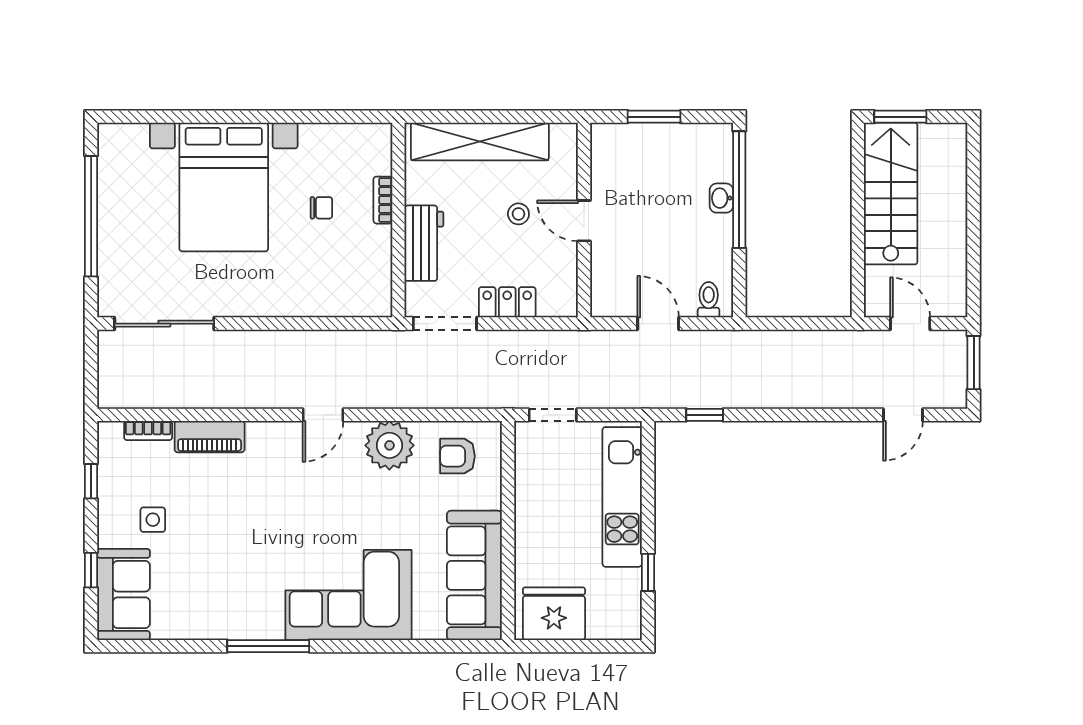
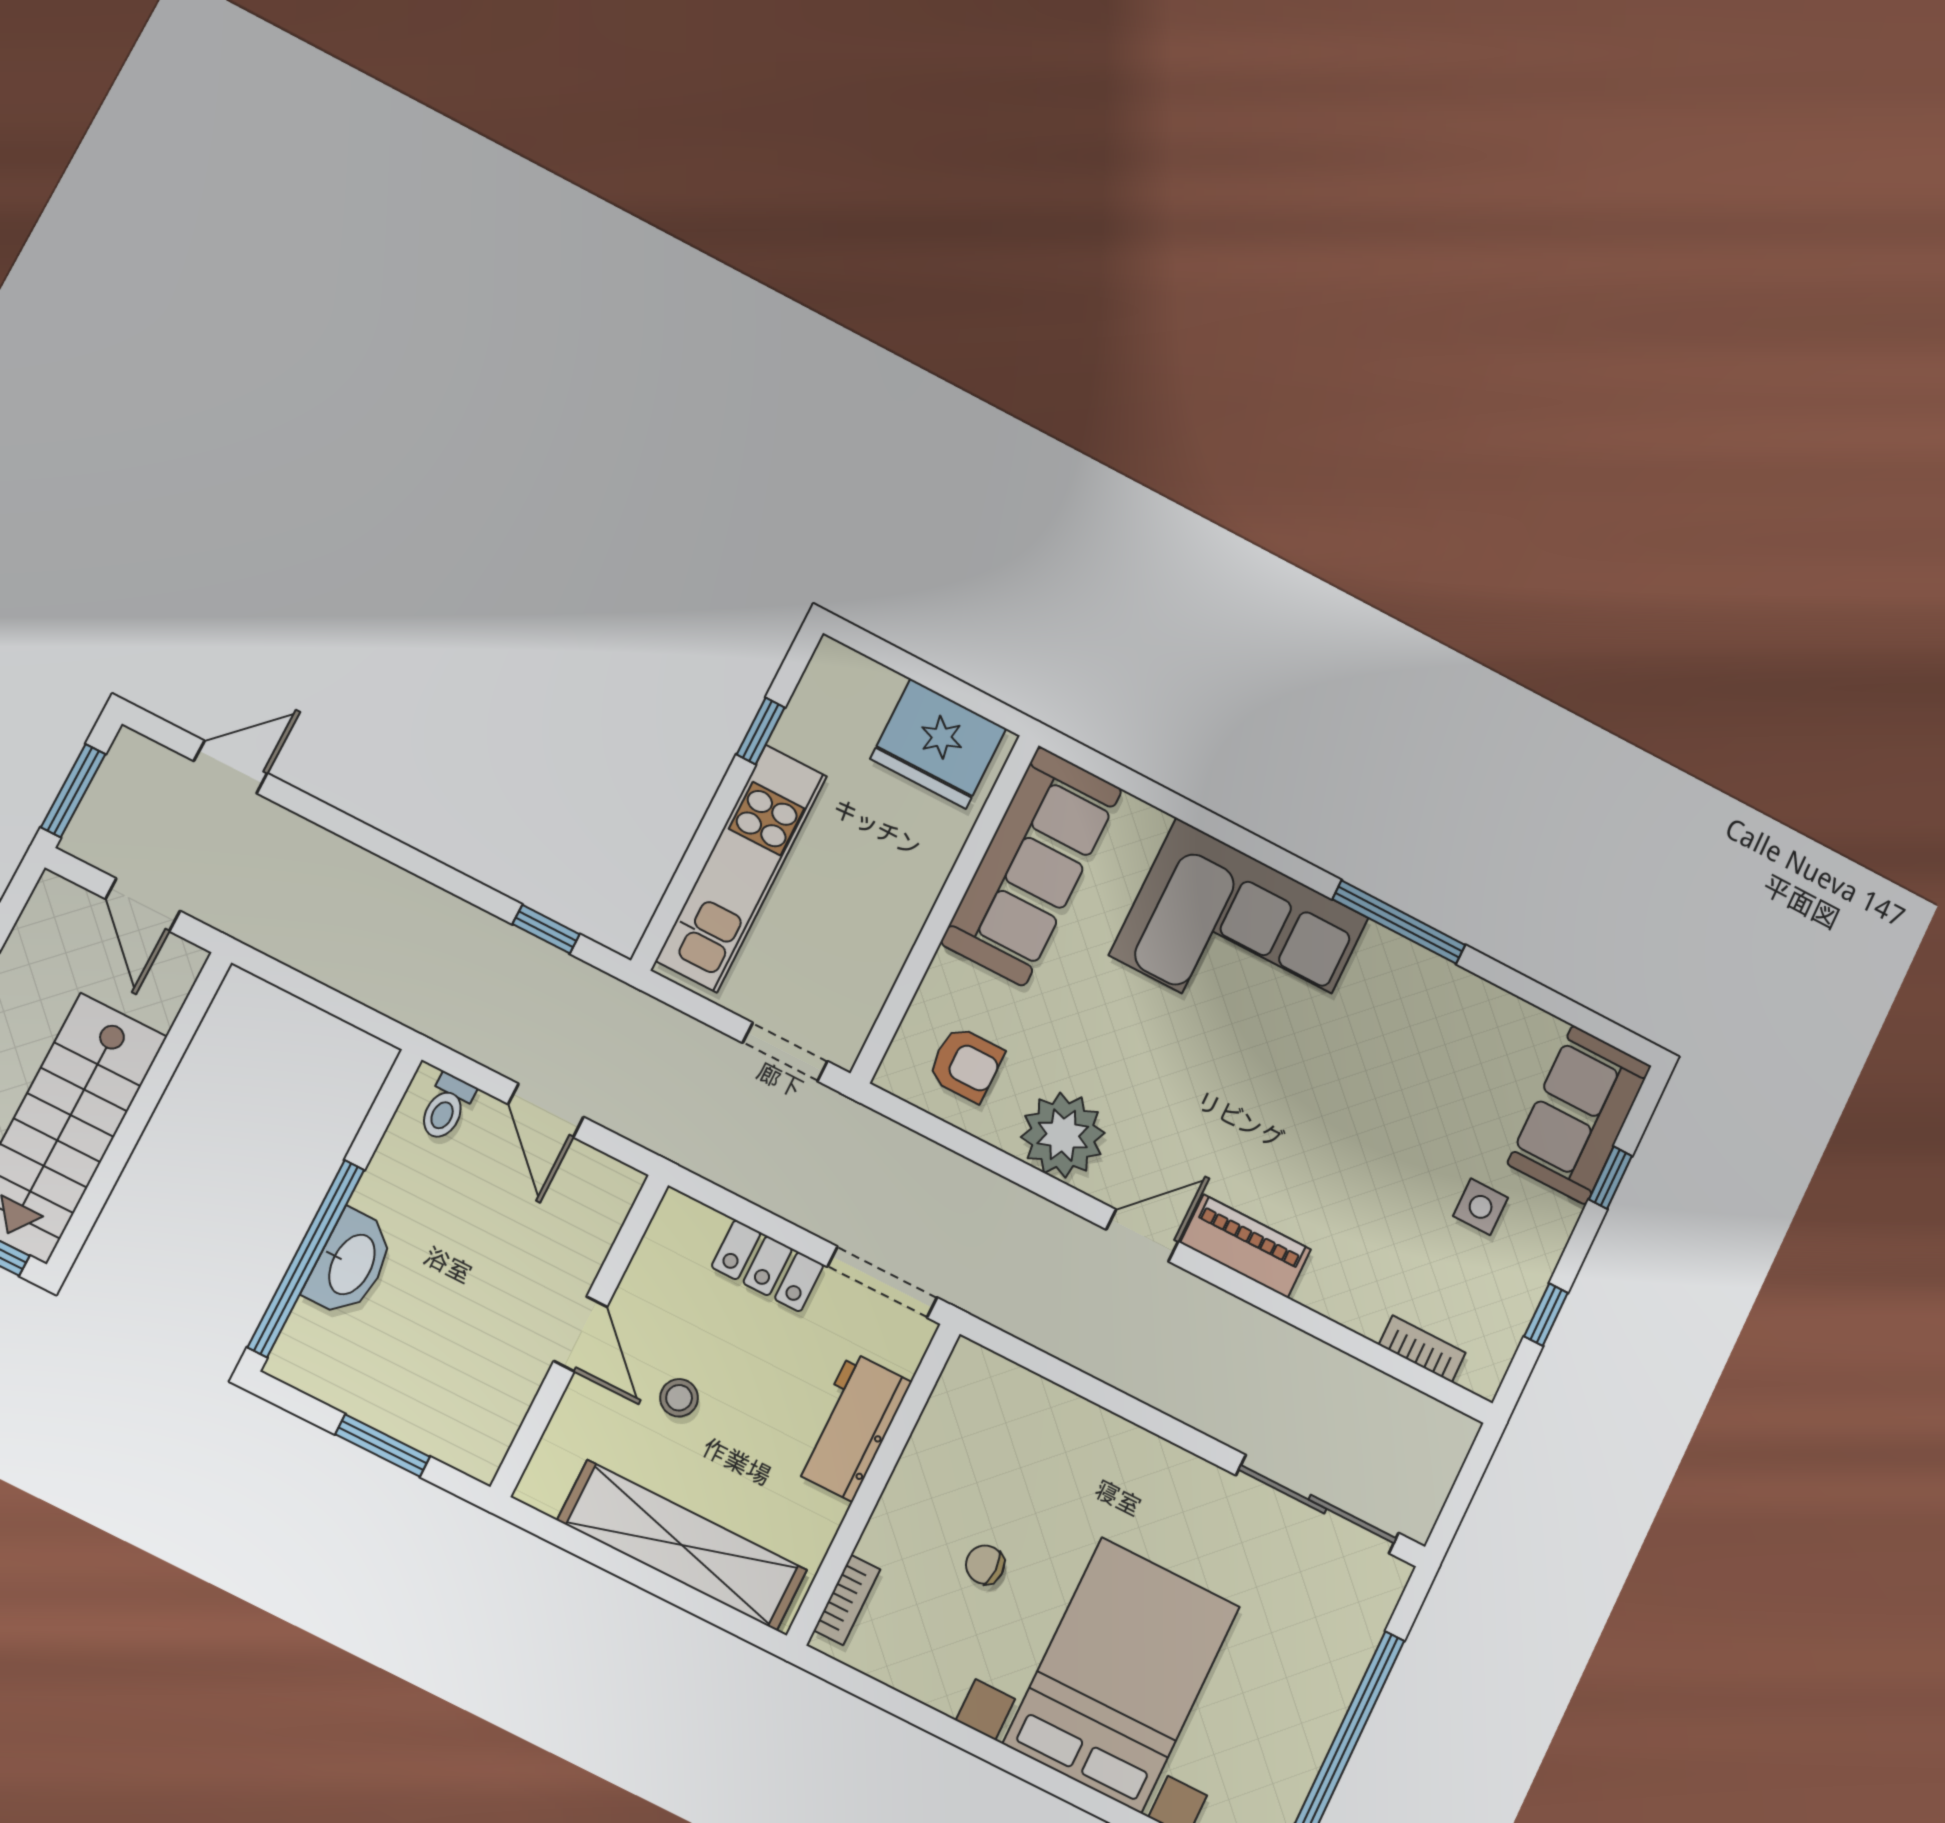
washbasin: (721, 198) -> (350, 1264), width x1.91, depth x1.45
bookcase: (383, 200) -> (847, 1600), moved
piano: (210, 437) -> (1246, 1246), moved

